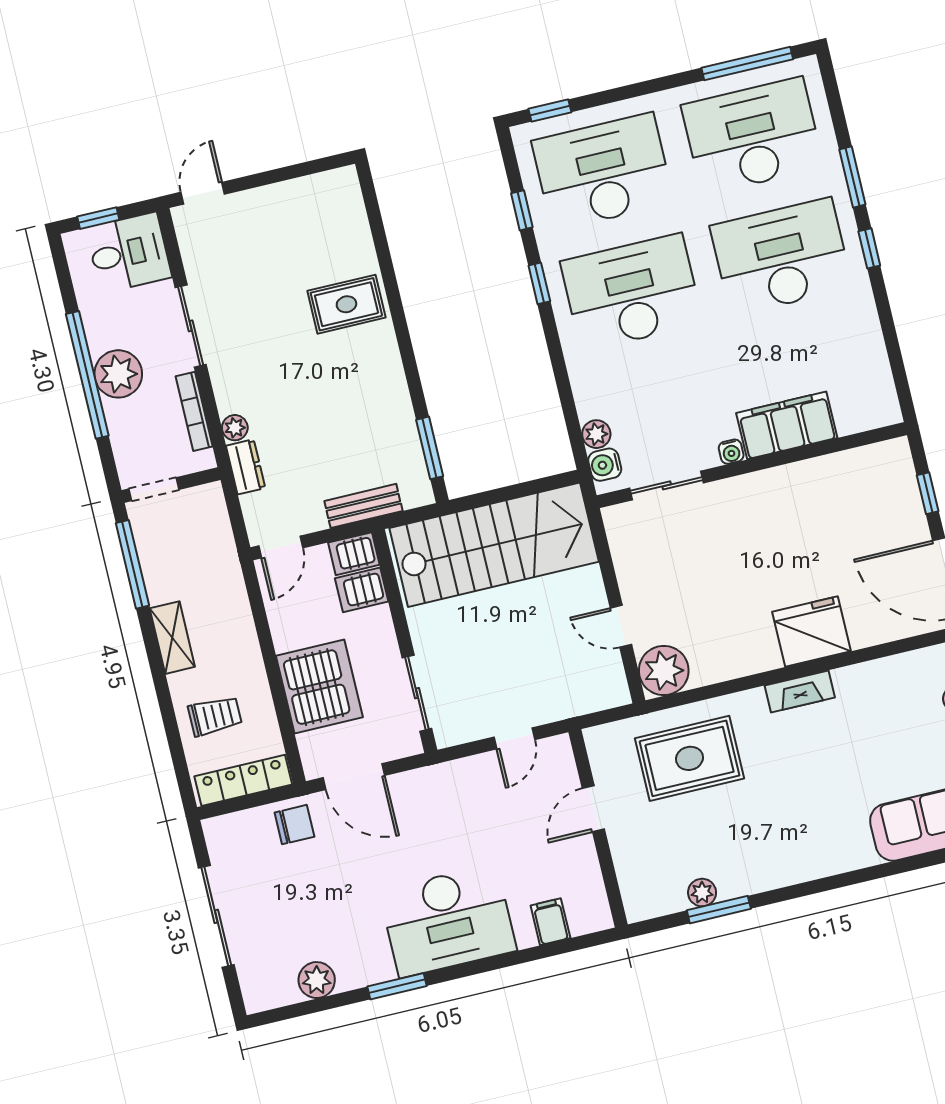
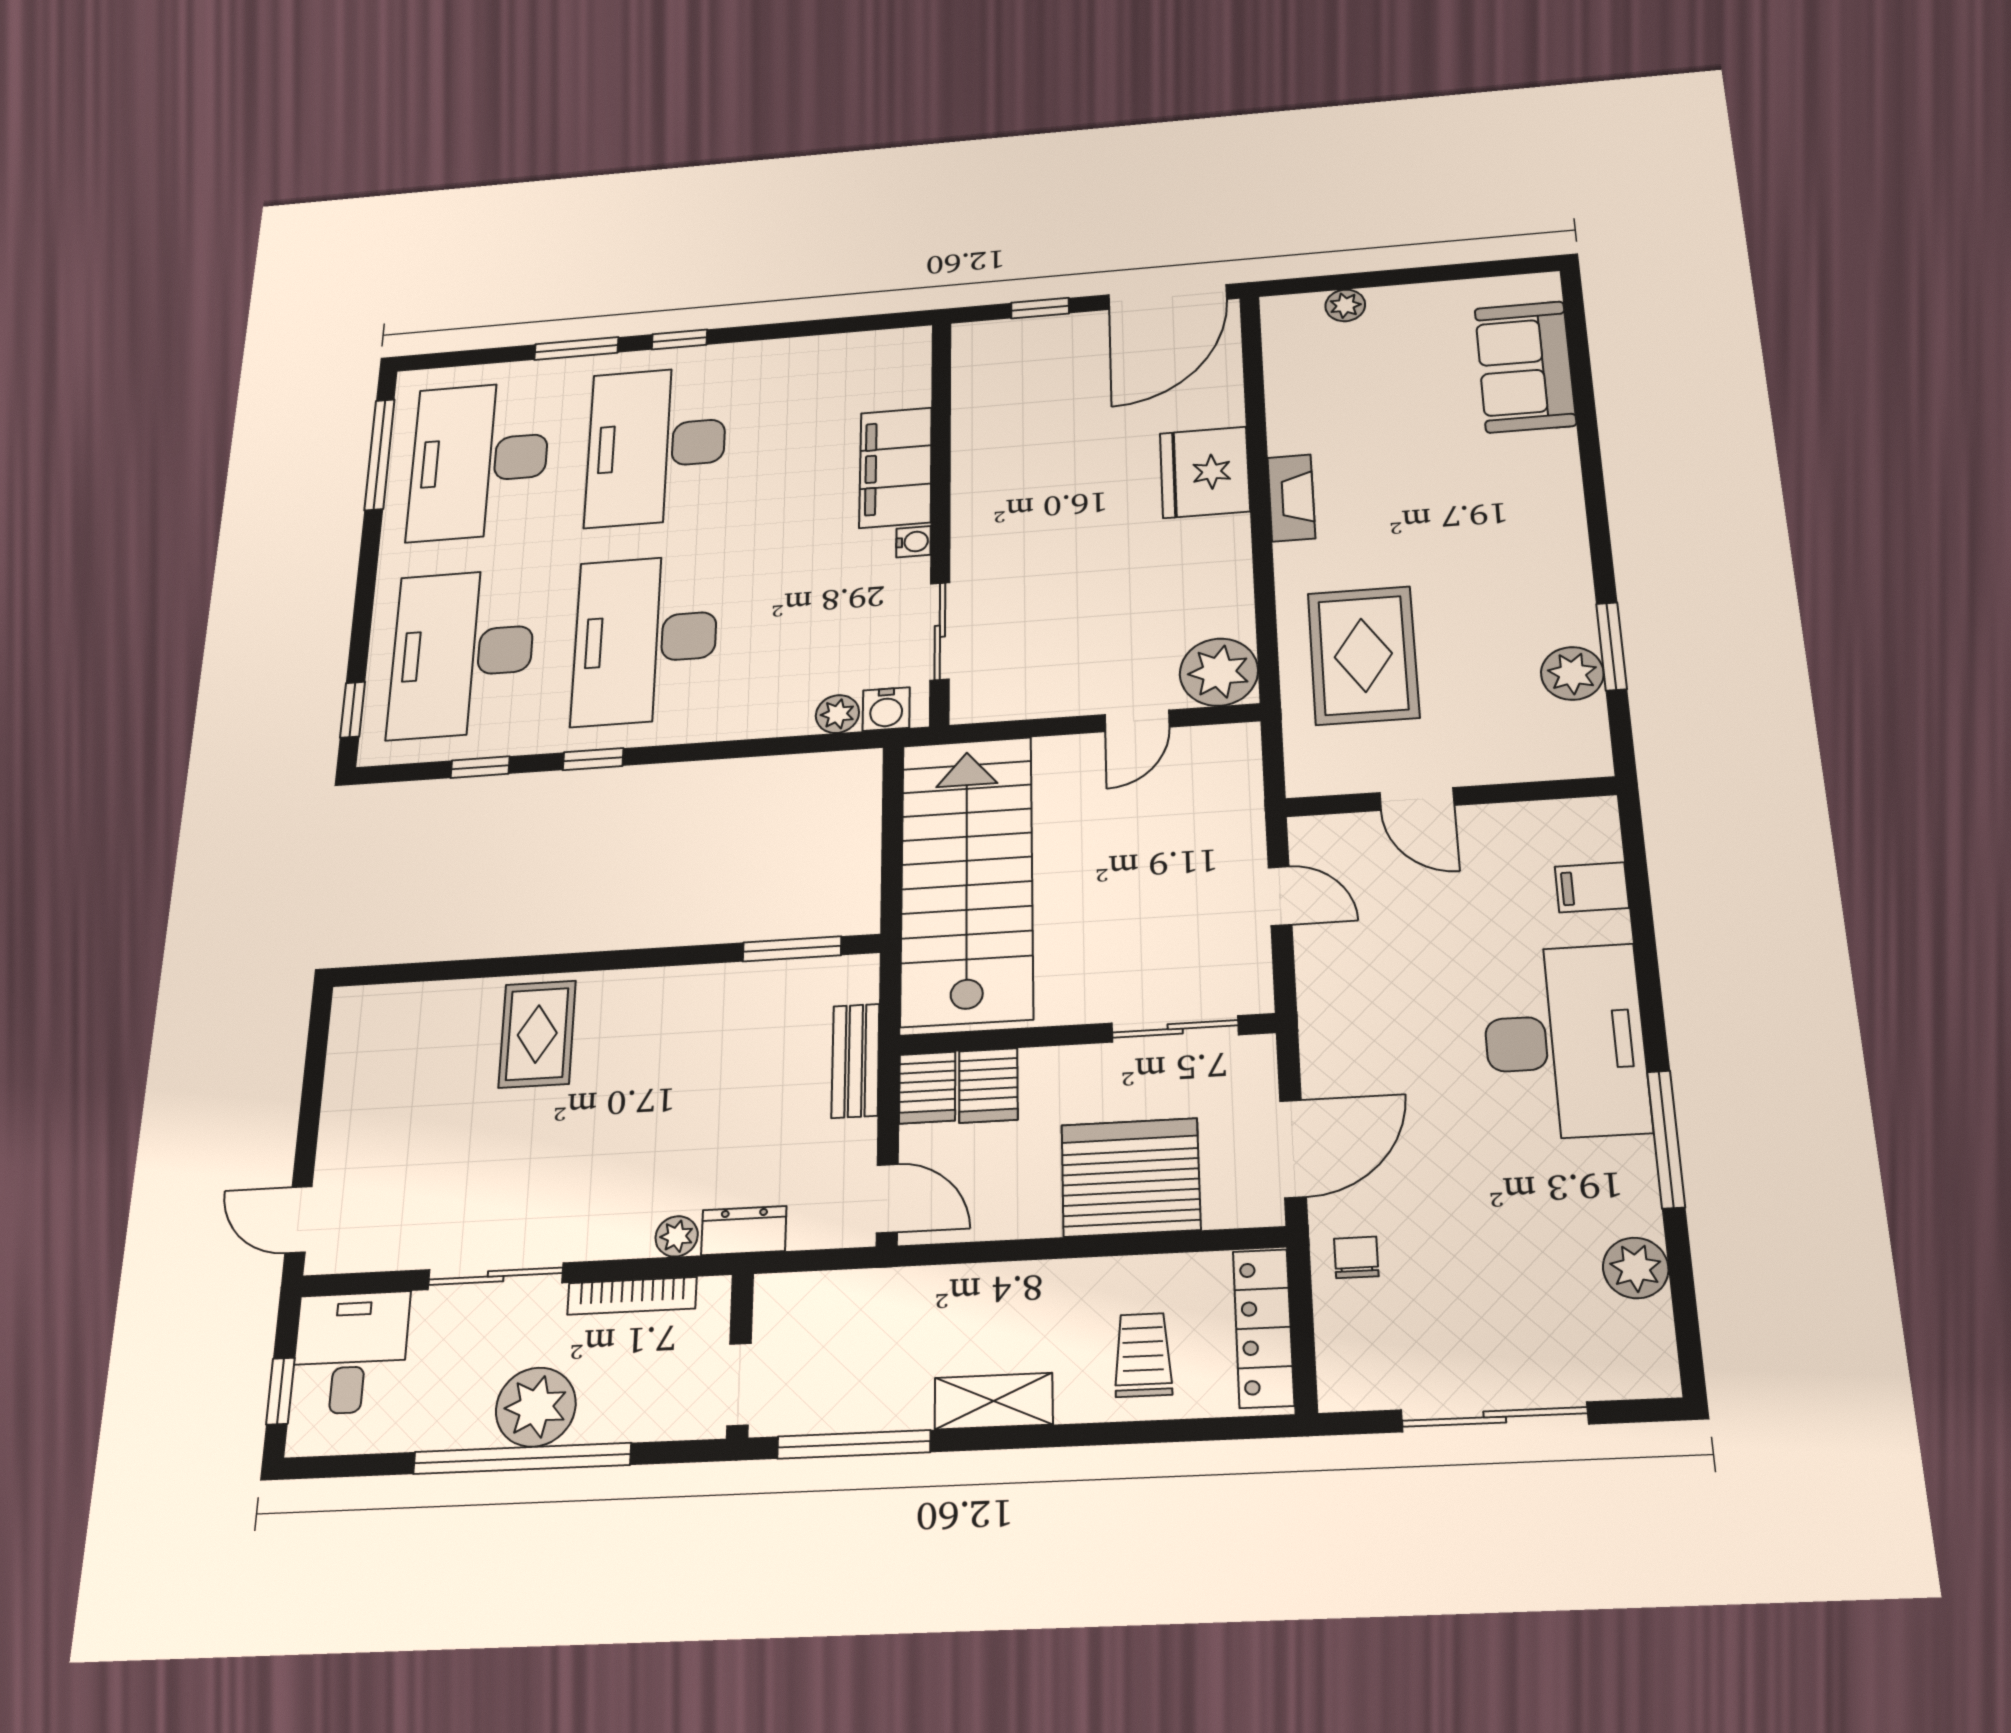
chair: (294, 825) -> (1356, 1257), width x0.73, depth x0.73
plant: (702, 893) -> (1572, 673), width x1.38, depth x1.38
window: (397, 986) -> (1666, 1139), width x1.44

